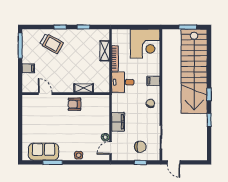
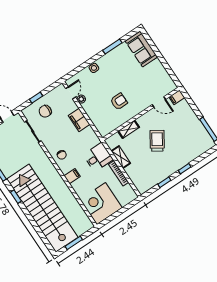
trolley: (52, 43) -> (157, 141), moved, turned 94
shelving: (105, 51) -> (121, 157), moved
filing cabinet: (28, 68) -> (177, 97), moved
armchair: (74, 104) -> (119, 101), moved
sofa: (43, 152) -> (141, 49), moved, turned 90

